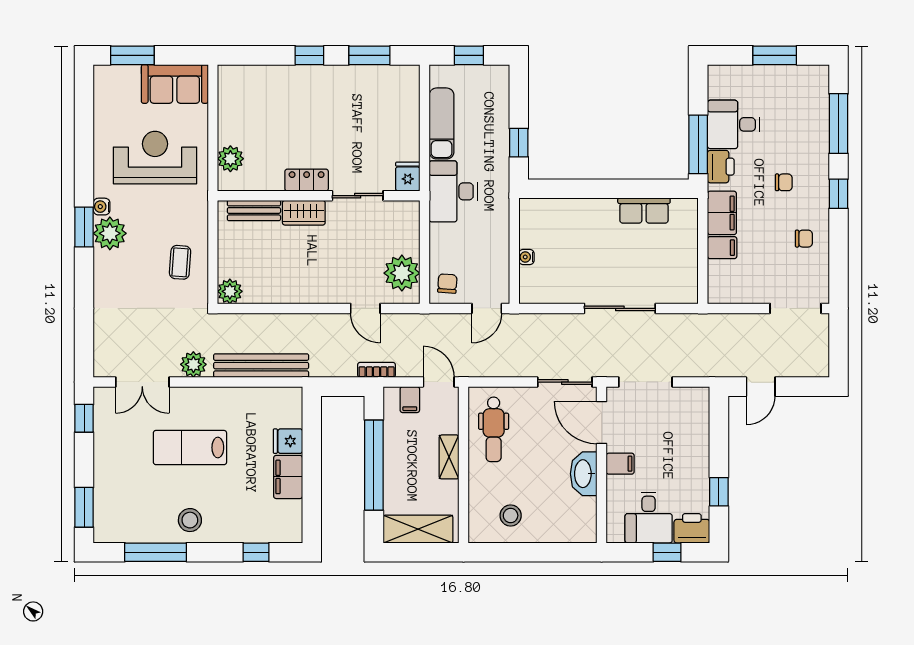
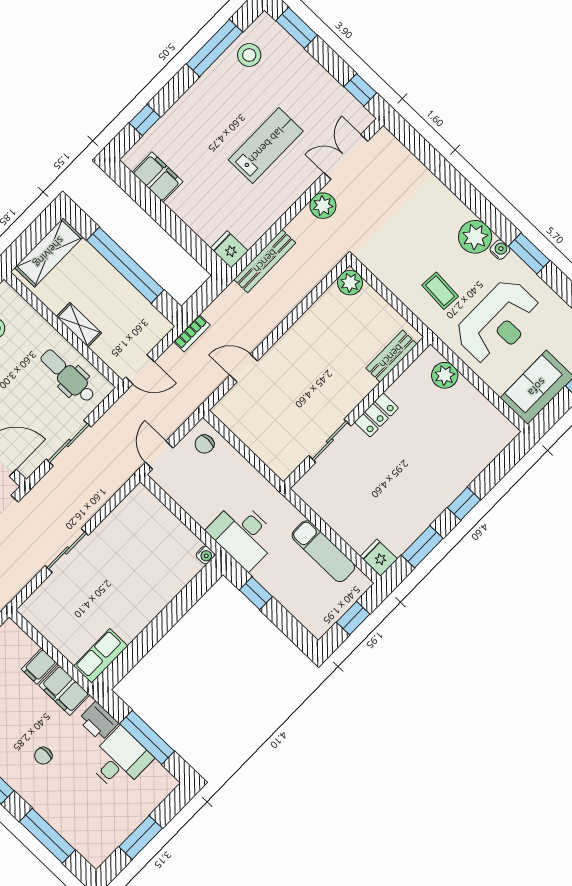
window: (698, 144) -> (147, 737), moved
fridge: (408, 177) -> (379, 558), moved, turned 180
desk: (453, 191) -> (243, 535), moved, turned 180
row of seats: (644, 211) -> (101, 656), moved
wardrobe: (304, 213) -> (355, 390), removed
window: (84, 227) -> (529, 253), moved
water cooler: (526, 257) -> (205, 555), moved, turned 90
coffee table: (180, 262) -> (440, 291), moved
plant: (402, 273) -> (244, 419), removed
chair: (447, 284) -> (204, 444), turned 86
sliding door: (620, 308) -> (67, 550), width x0.73
bench: (261, 366) -> (265, 261), width x0.73, depth x0.82
sliding door: (565, 382) -> (69, 443), moved
filing cabinet: (410, 400) -> (147, 336), removed
fridge: (288, 441) -> (229, 250), moved, turned -90
filing cabinet: (288, 477) -> (157, 177), moved
stool: (190, 520) -> (249, 55), moved

